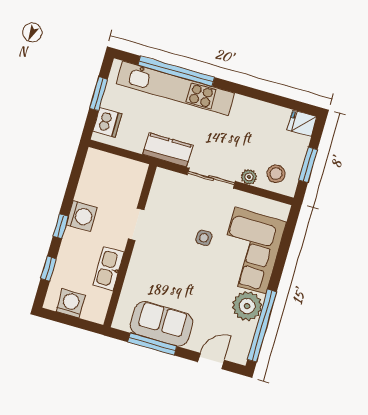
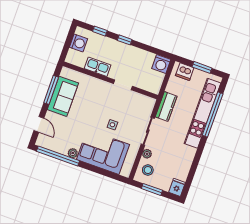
washing machine: (82, 216) -> (161, 64), moved
plant: (247, 306) -> (73, 153), width x0.53, depth x0.53

